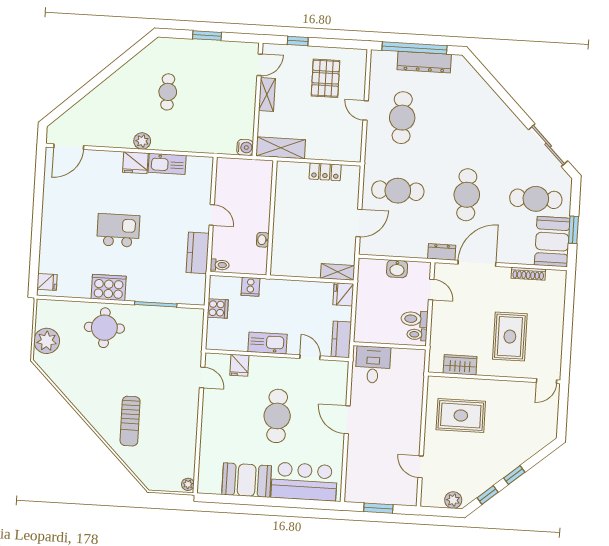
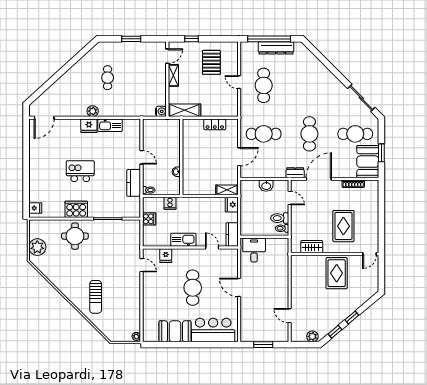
rug: (461, 415) -> (337, 273), moved, turned 90

